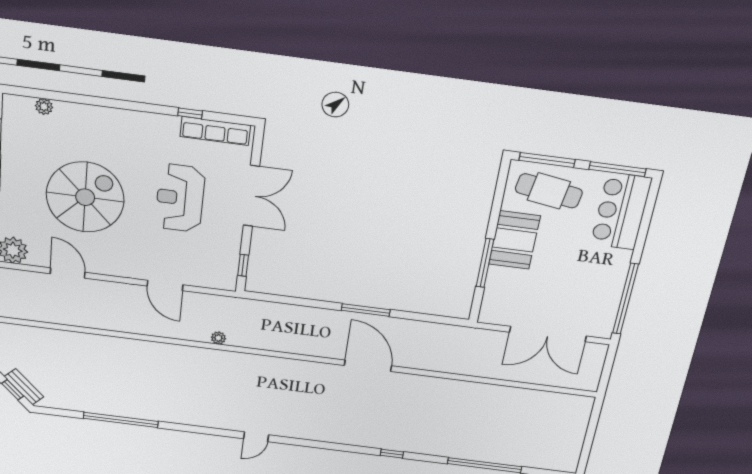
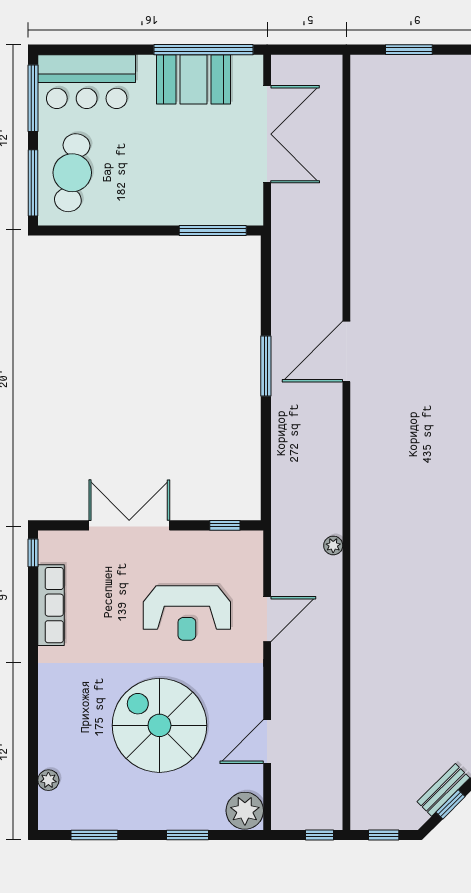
window: (190, 113) -> (33, 553), moved
row of seats: (215, 131) -> (51, 605), moved
reception desk: (180, 198) -> (187, 613), moved
booth: (514, 240) -> (193, 79), moved
window: (485, 263) -> (213, 230), moved
window: (590, 435) -> (409, 50), added

